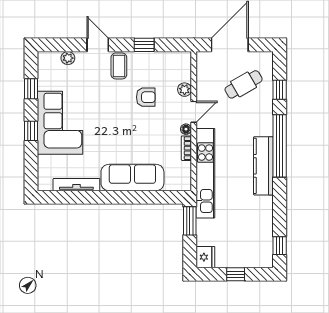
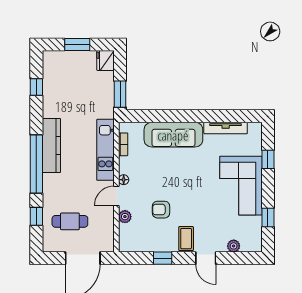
cafe table: (244, 84) -> (70, 221), turned 30
window: (31, 131) -> (268, 159), moved
bookcase: (186, 148) -> (123, 144), moved
kitchen unit: (205, 173) -> (105, 150), width x0.73
window: (280, 246) -> (36, 87), moved
window: (236, 274) -> (77, 44), width x1.50

